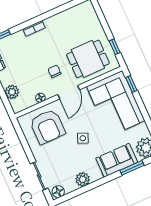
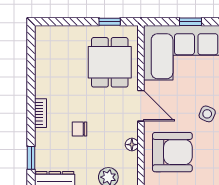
chair: (54, 71) -> (79, 129), moved
window: (131, 84) -> (190, 22), moved

